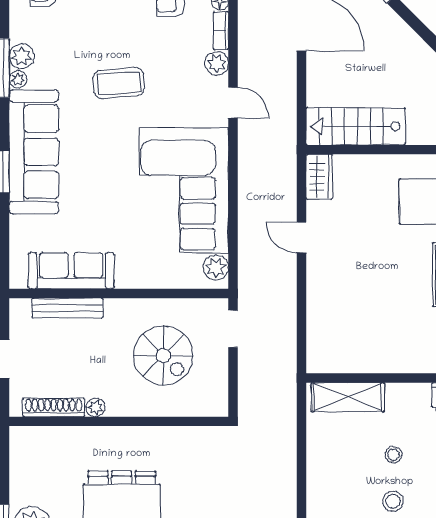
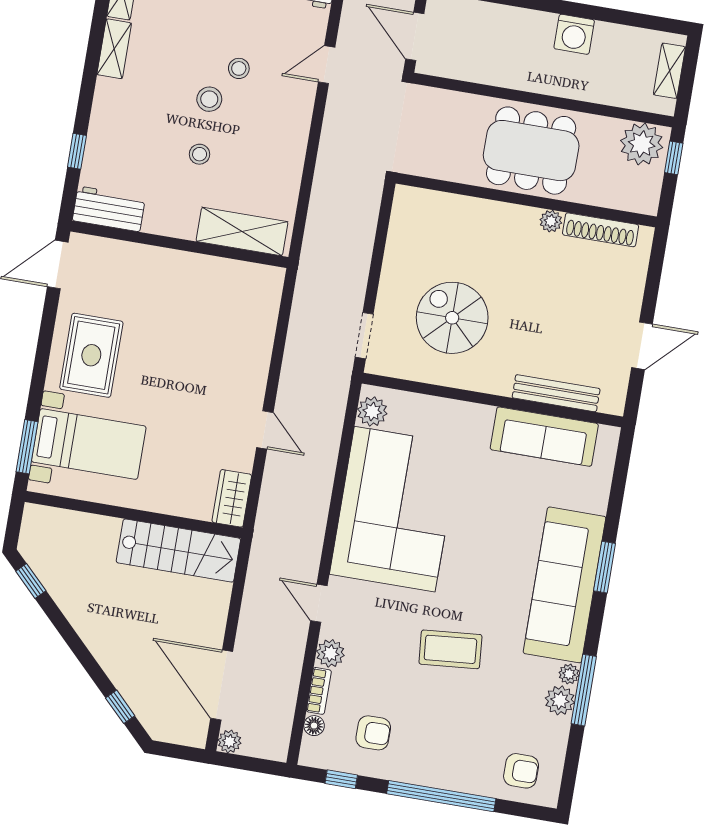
shoe rack: (54, 407) -> (601, 230), moved
plant: (96, 407) -> (551, 221), moved
wall: (119, 421) -> (526, 200), moved

